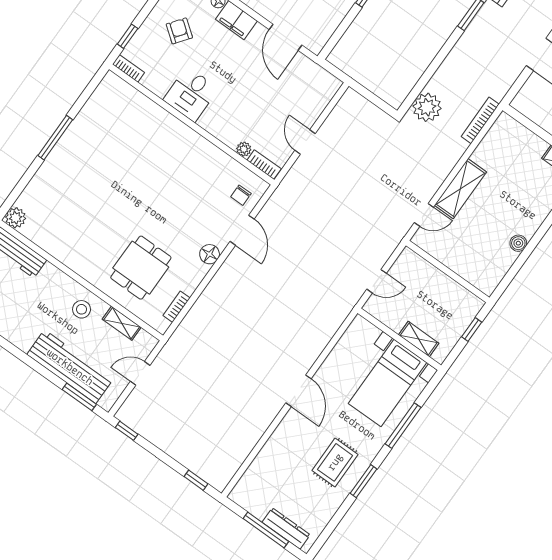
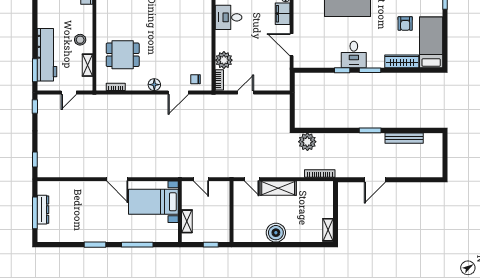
door: (286, 37) -> (292, 45), hinge flipped
plant: (244, 149) -> (224, 60), width x1.88, depth x1.88
boiler: (518, 243) -> (276, 233), width x1.86, depth x1.86
door: (140, 373) -> (69, 93), swing flipped
bed with nightstands: (388, 383) -> (153, 202), moved
door: (299, 391) -> (117, 179), hinge flipped
rug: (335, 462) -> (94, 223), removed
dresser: (286, 529) -> (43, 210), moved

